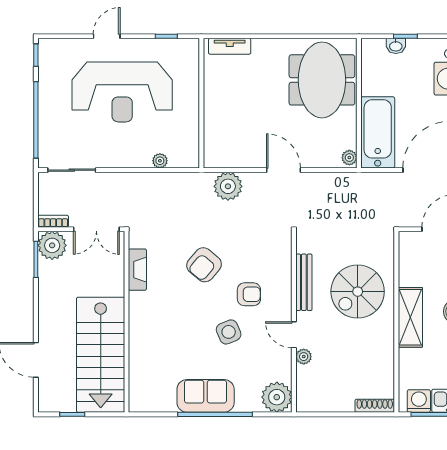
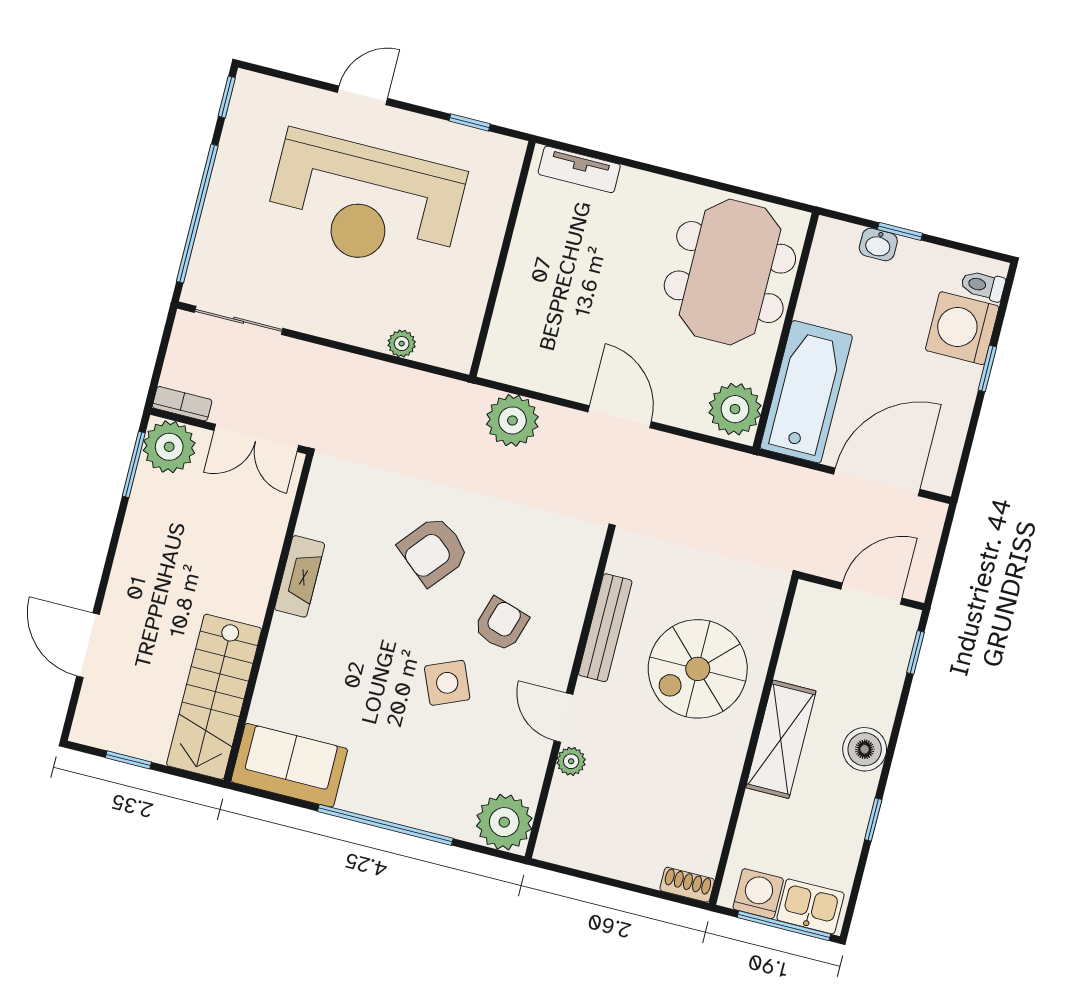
plant: (349, 158) -> (735, 409), width x1.87, depth x1.87
fireplace: (137, 270) -> (300, 576), moved
armchair: (249, 294) -> (501, 624), turned -73
stairs: (101, 355) -> (214, 697), width x0.73, depth x0.66
sofa: (206, 396) -> (289, 765), moved
shoe rack: (375, 406) -> (687, 885), width x0.70

